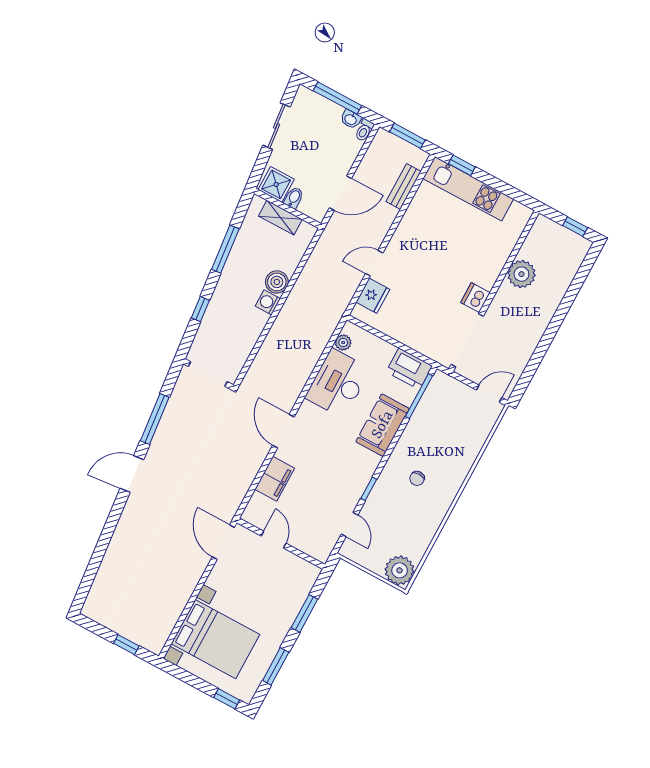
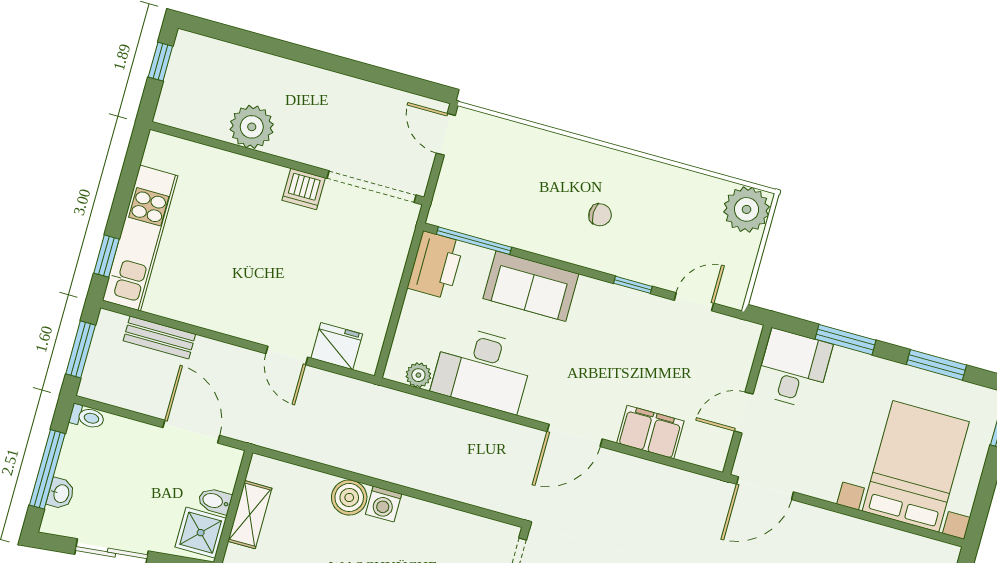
washbasin: (351, 119) -> (61, 493), moved
desk: (294, 577) -> (794, 369), added

